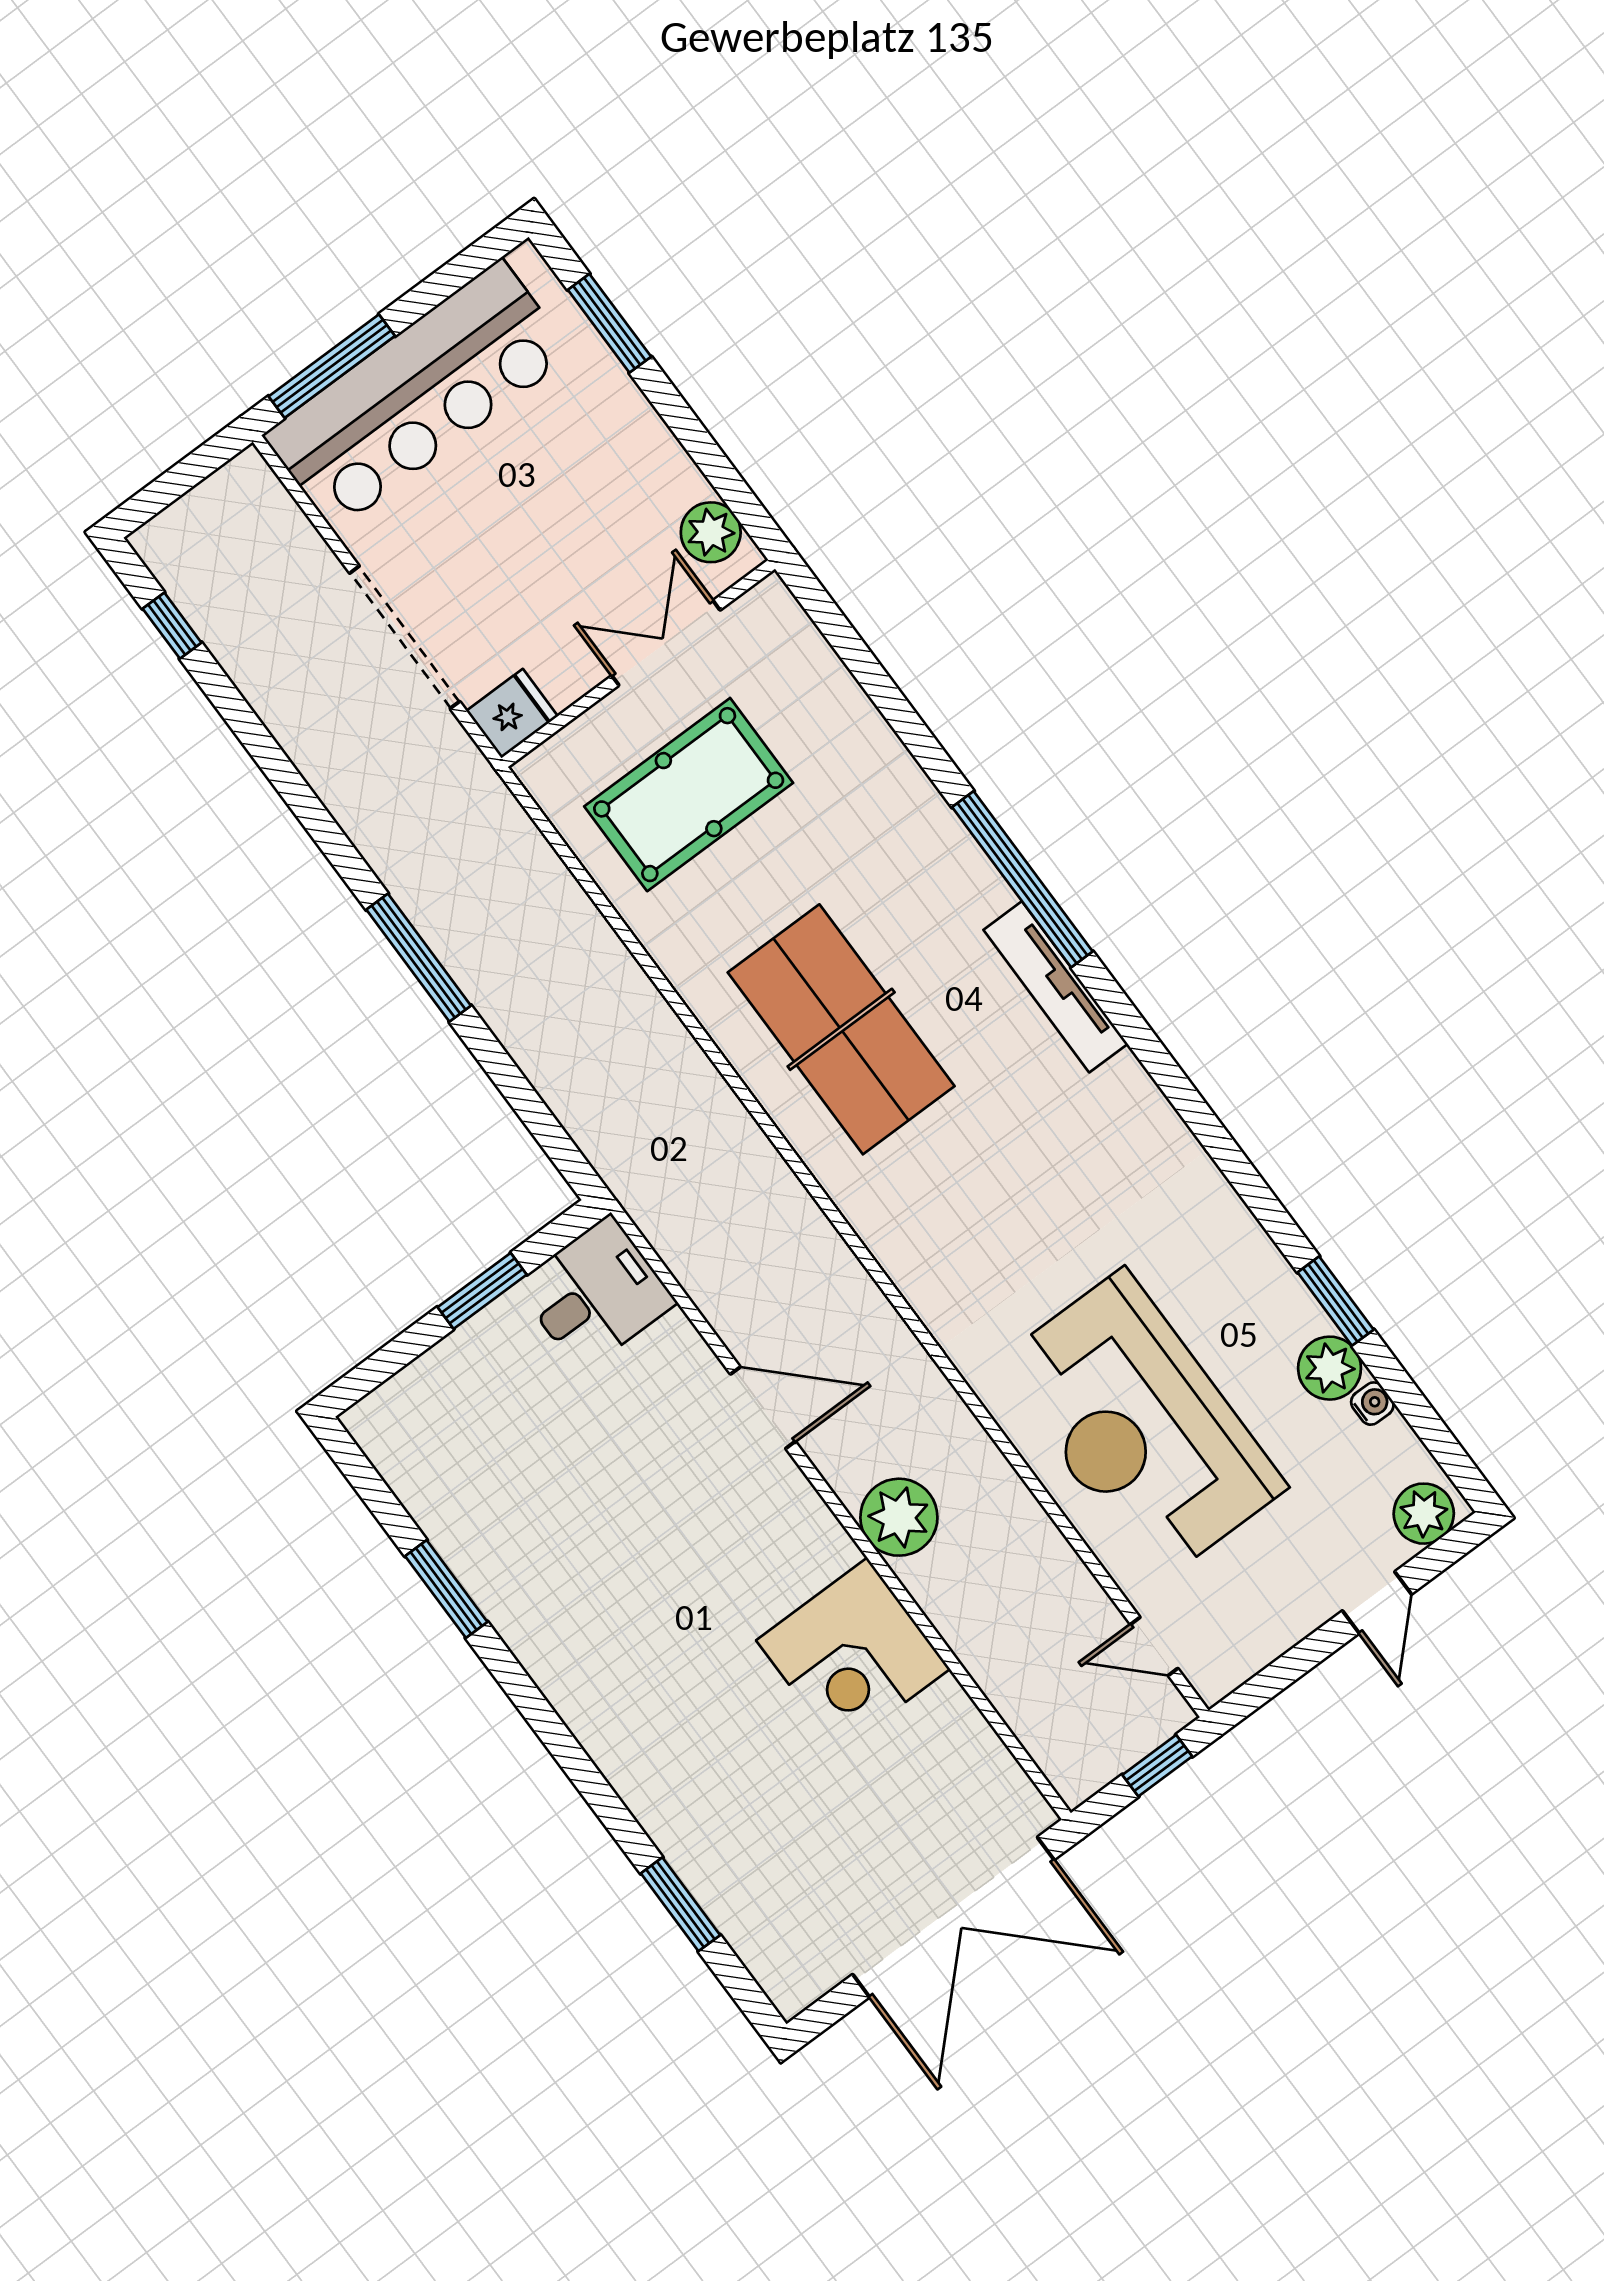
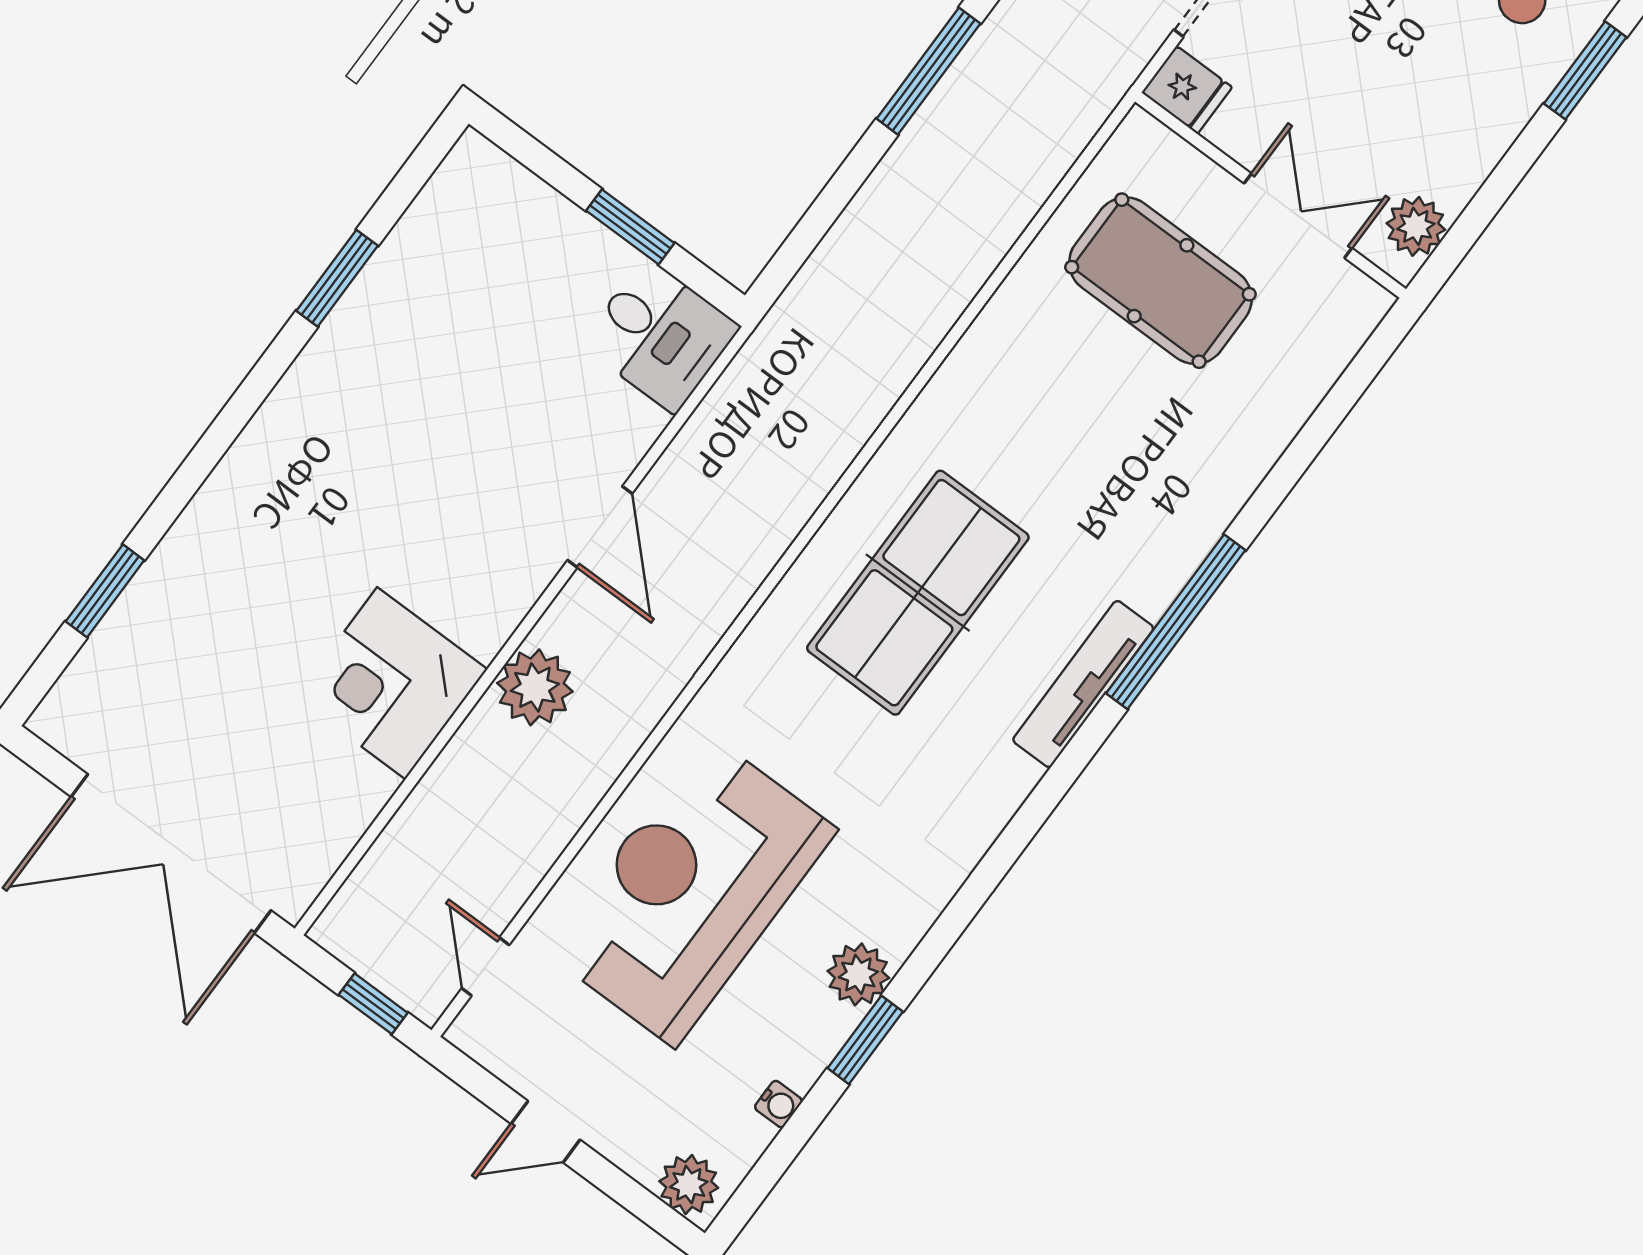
table tennis table: (841, 1029) -> (918, 593), moved
plant: (1330, 1368) -> (858, 974), moved
door: (1377, 1602) -> (546, 1132), moved

